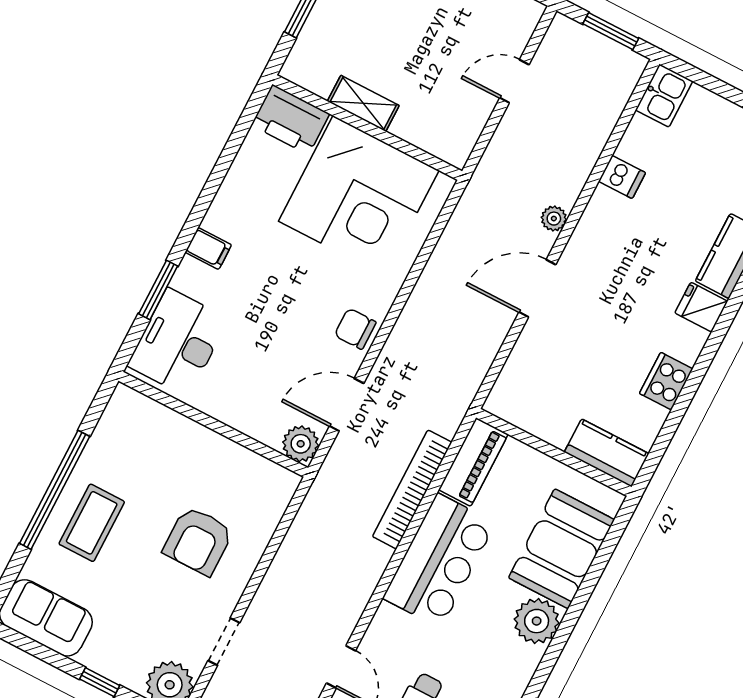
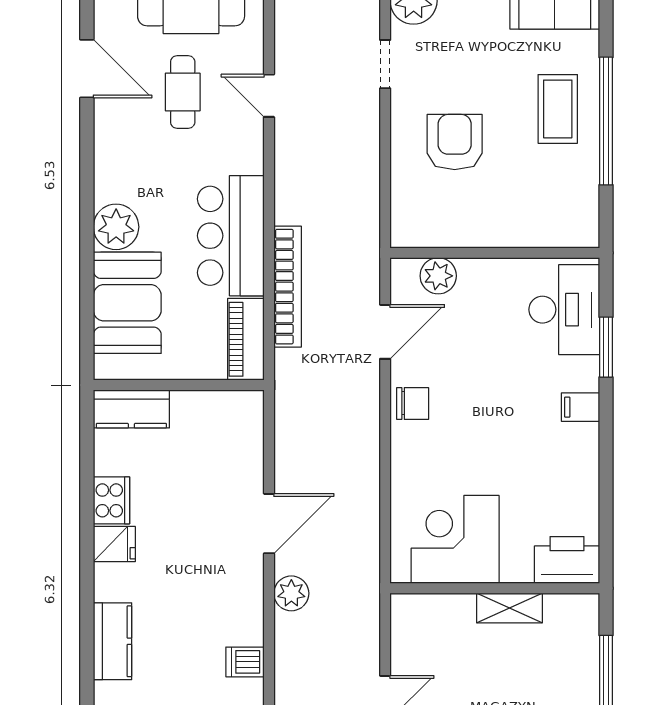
corner desk: (359, 196) -> (455, 539), width x0.74, depth x0.74
plant: (554, 219) -> (291, 593), width x1.38, depth x1.38
fridge: (701, 307) -> (114, 544), moved
plant: (301, 444) -> (438, 276), moved

